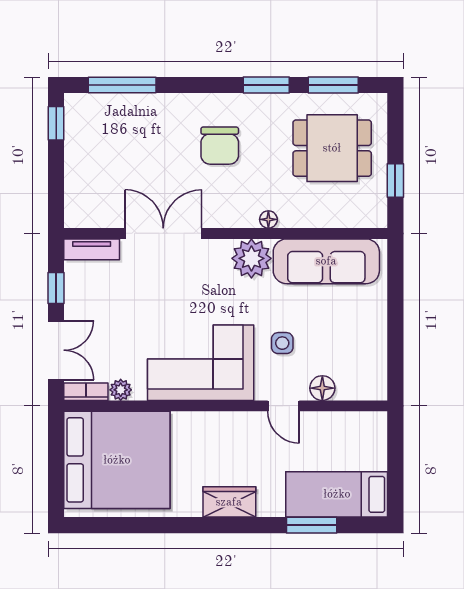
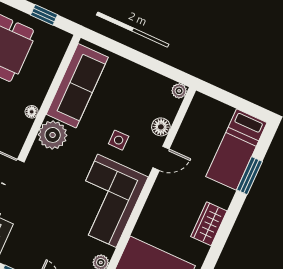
plant: (377, 390) -> (179, 91), added

